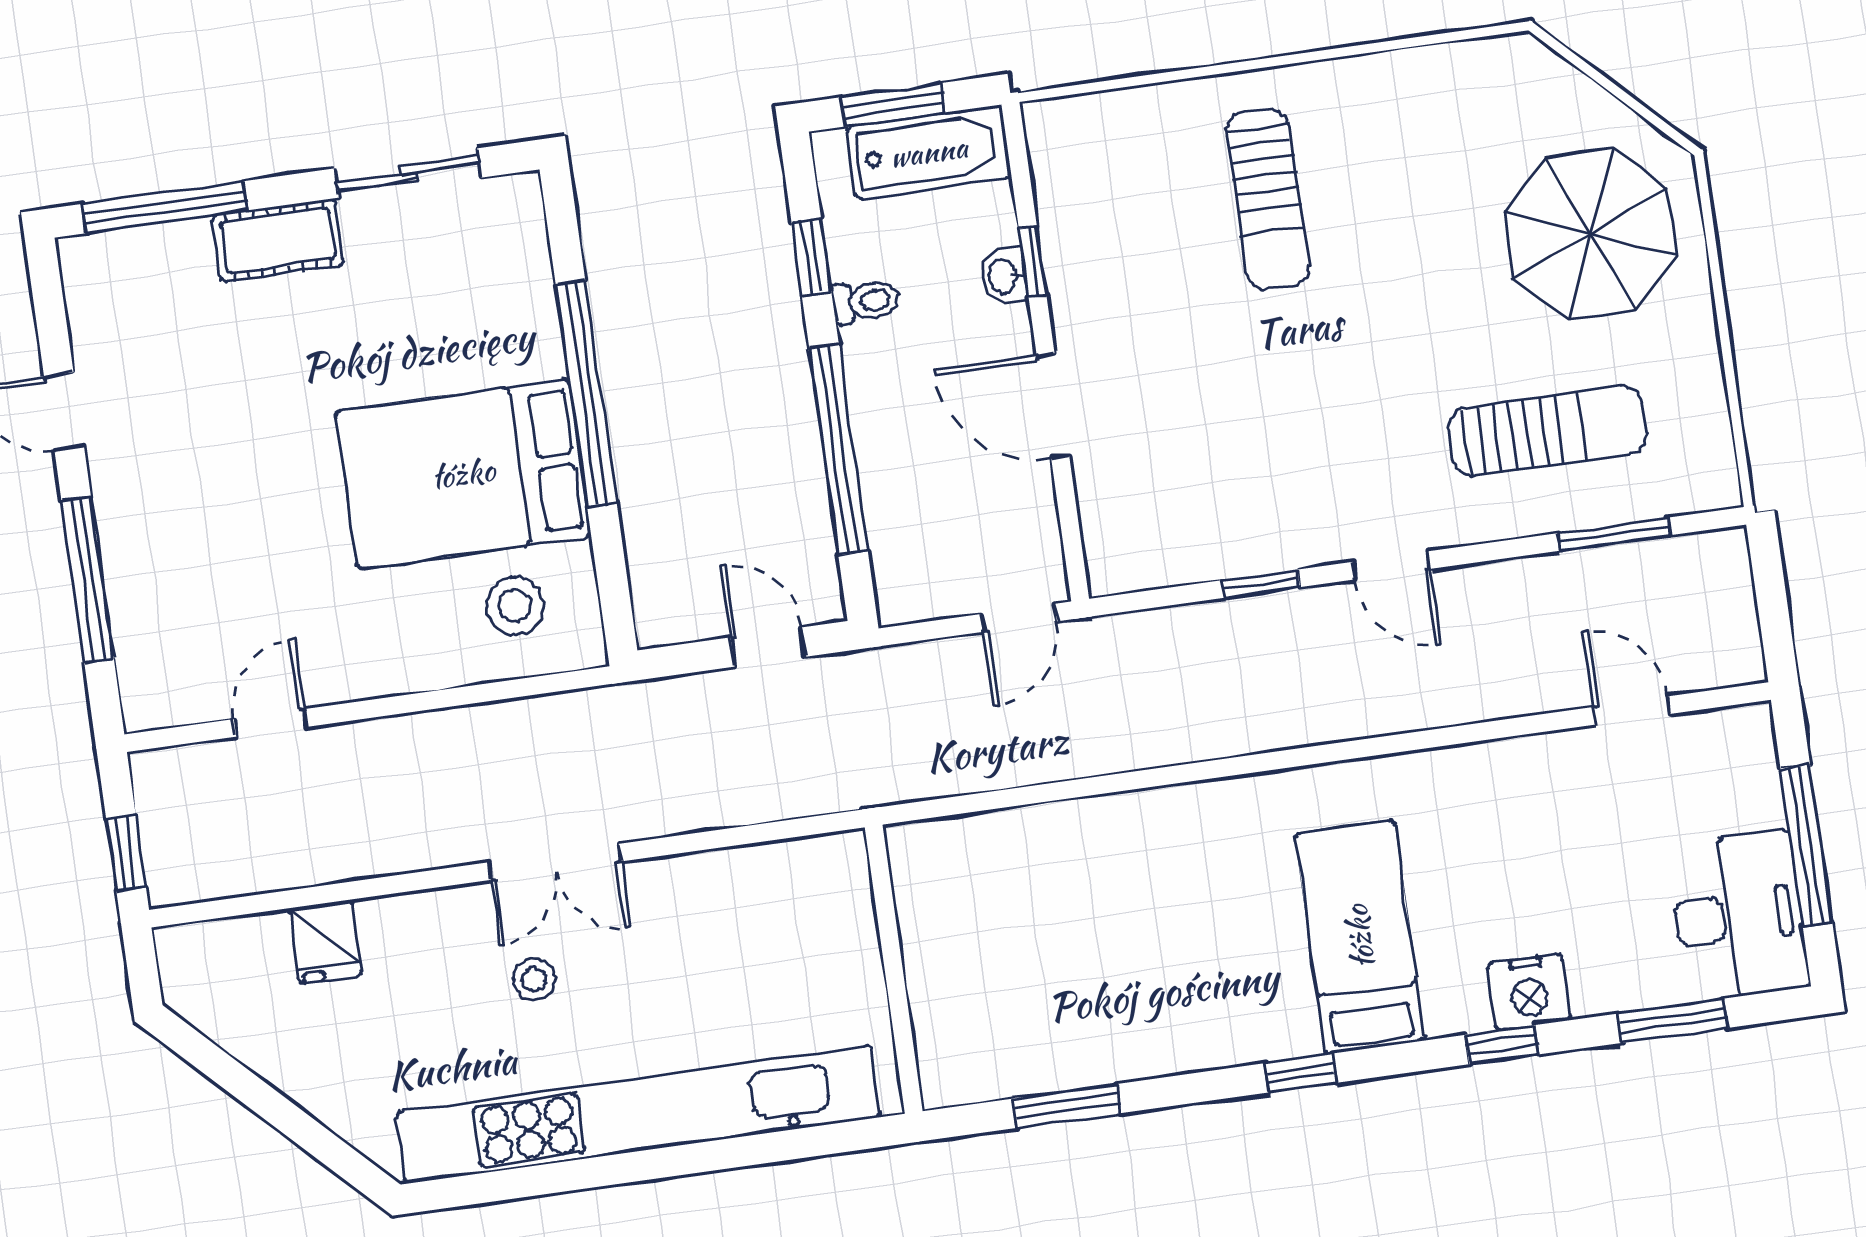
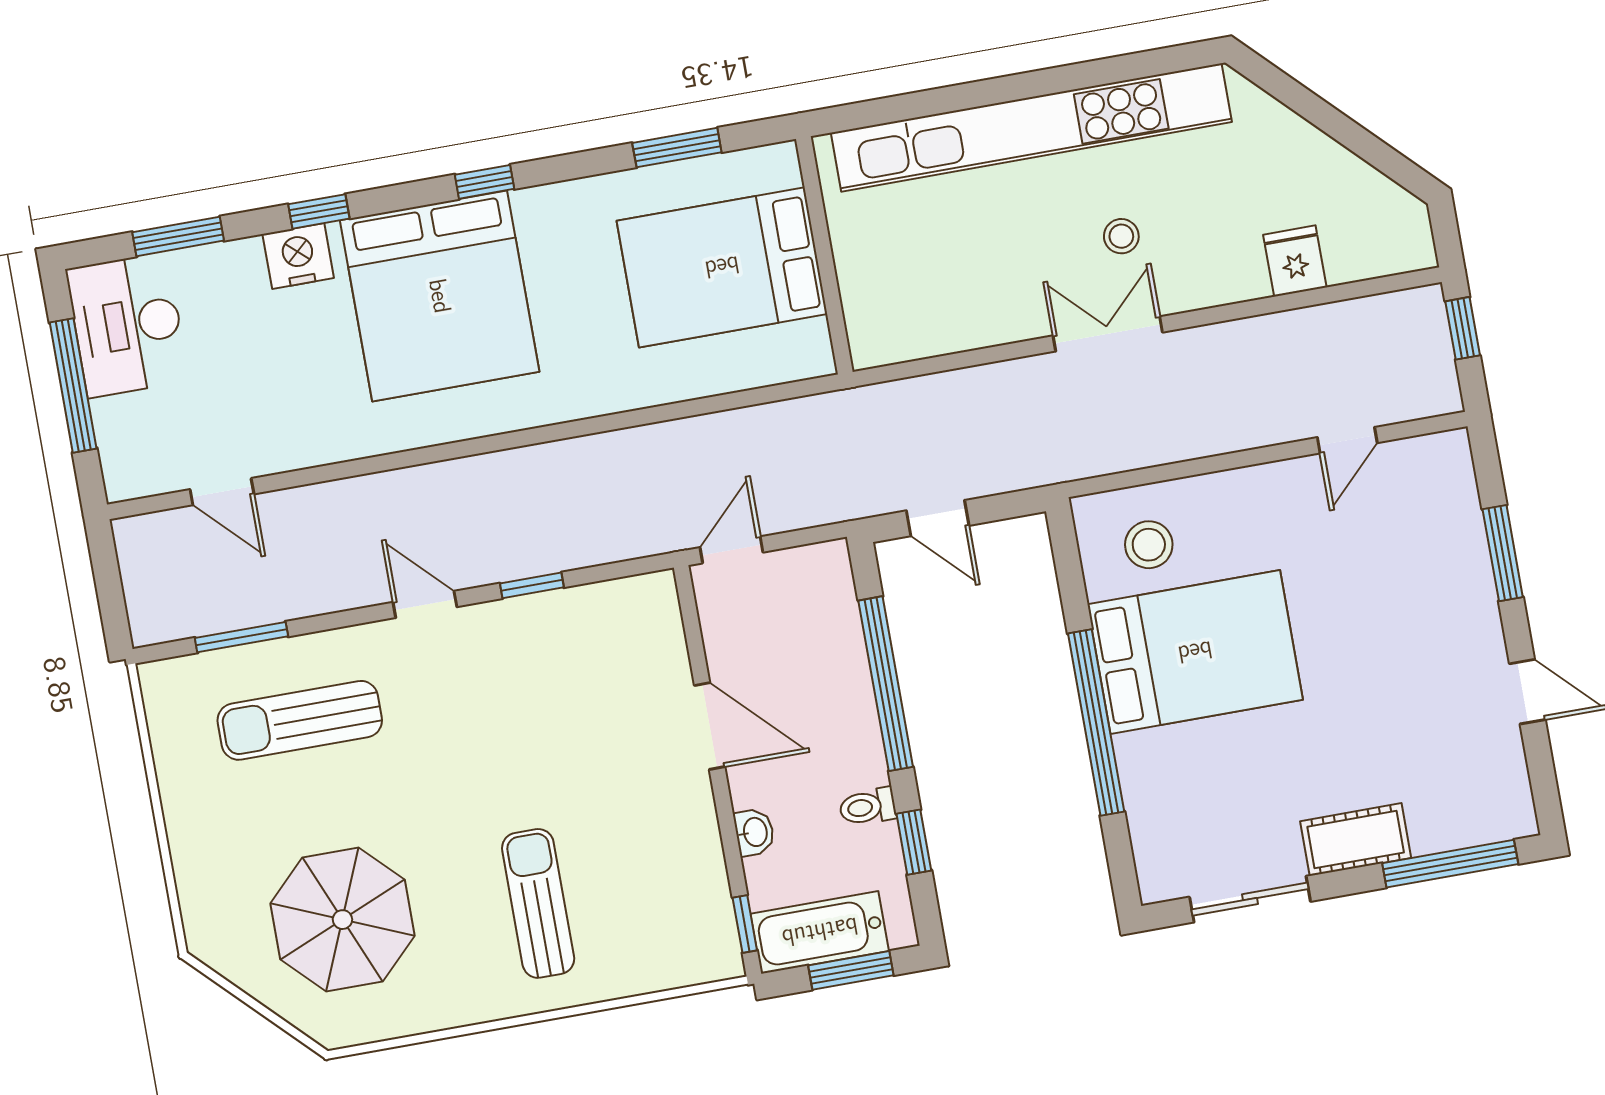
parasol: (1591, 234) -> (342, 920), moved
window: (1033, 262) -> (745, 924), moved
window: (88, 580) -> (1503, 553), width x0.69
bed: (1360, 937) -> (440, 296), width x2.04
bed: (1018, 959) -> (722, 267), added

